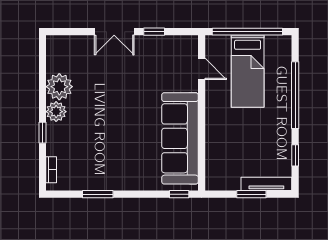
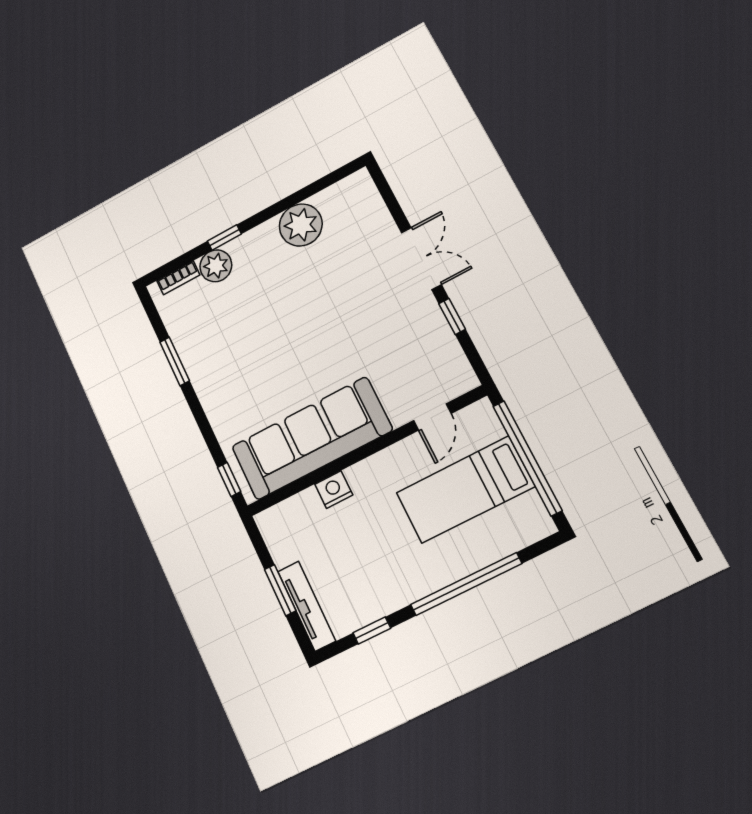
double door: (114, 32) -> (421, 258), swing flipped
plant: (56, 112) -> (216, 266), moved
nightstand: (213, 140) -> (334, 490), added

